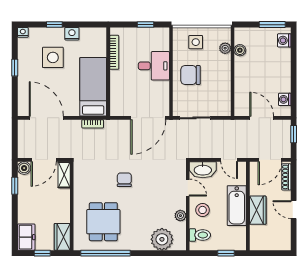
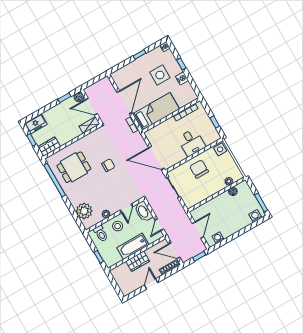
side table: (196, 42) -> (220, 149), moved
door: (46, 118) -> (124, 102), moved

